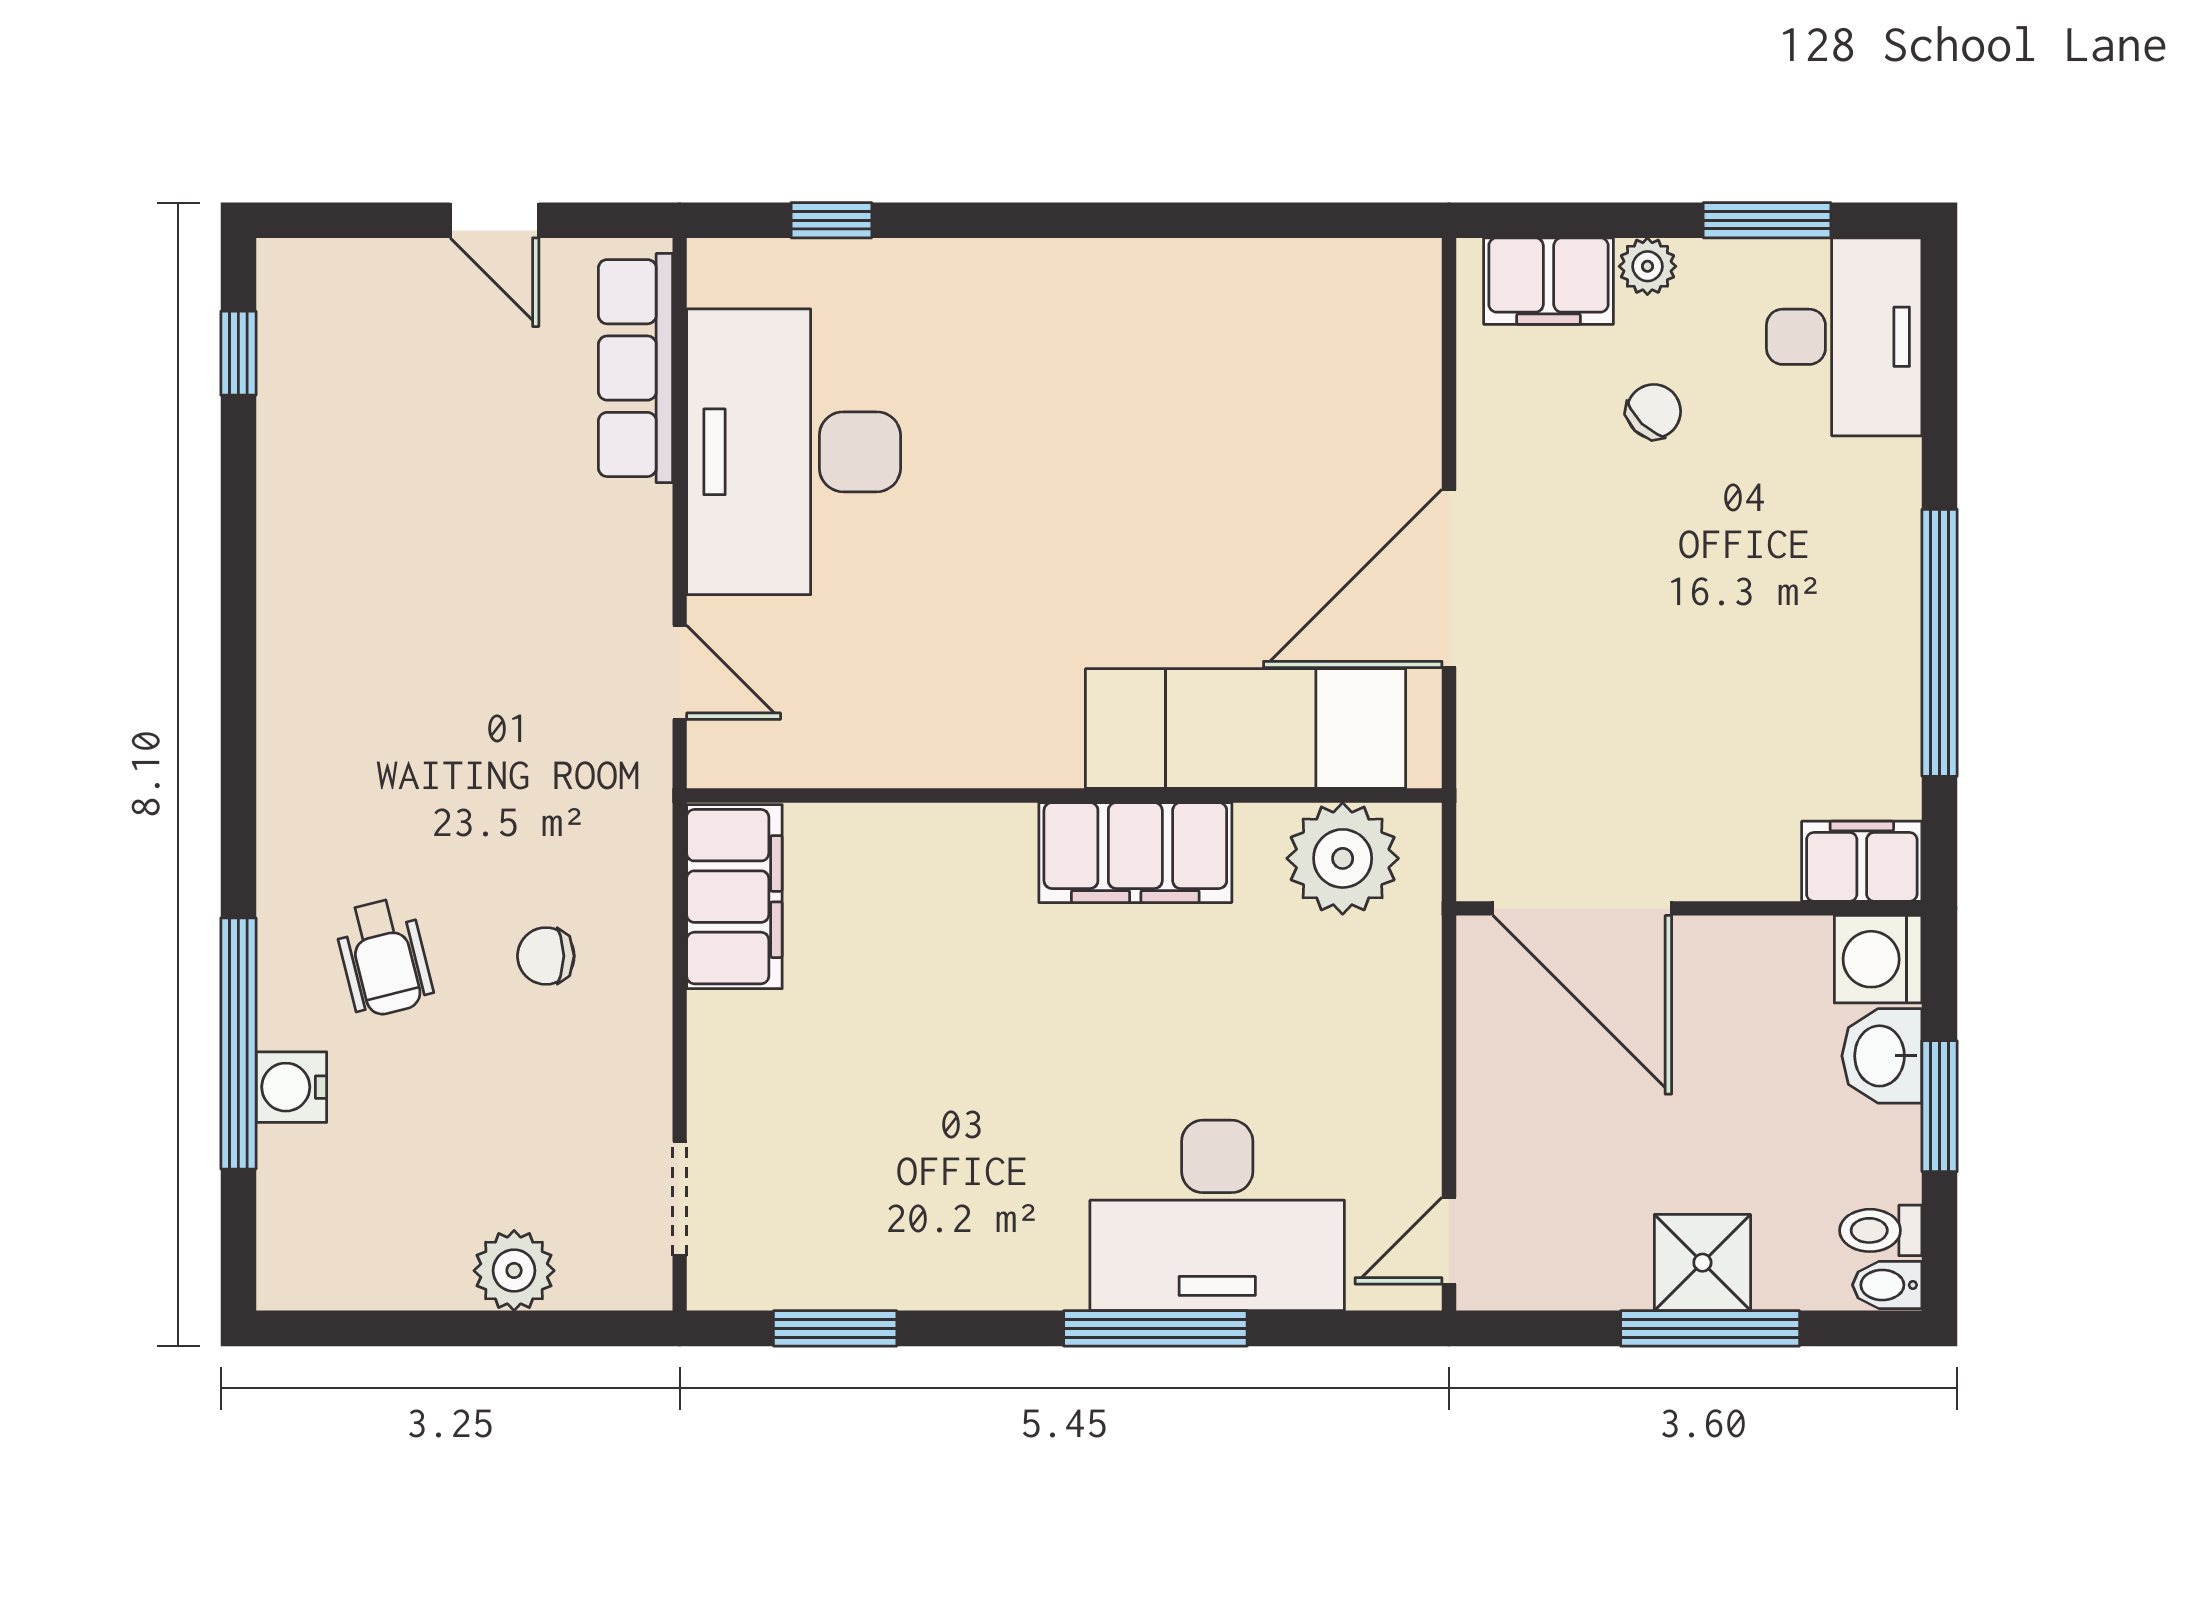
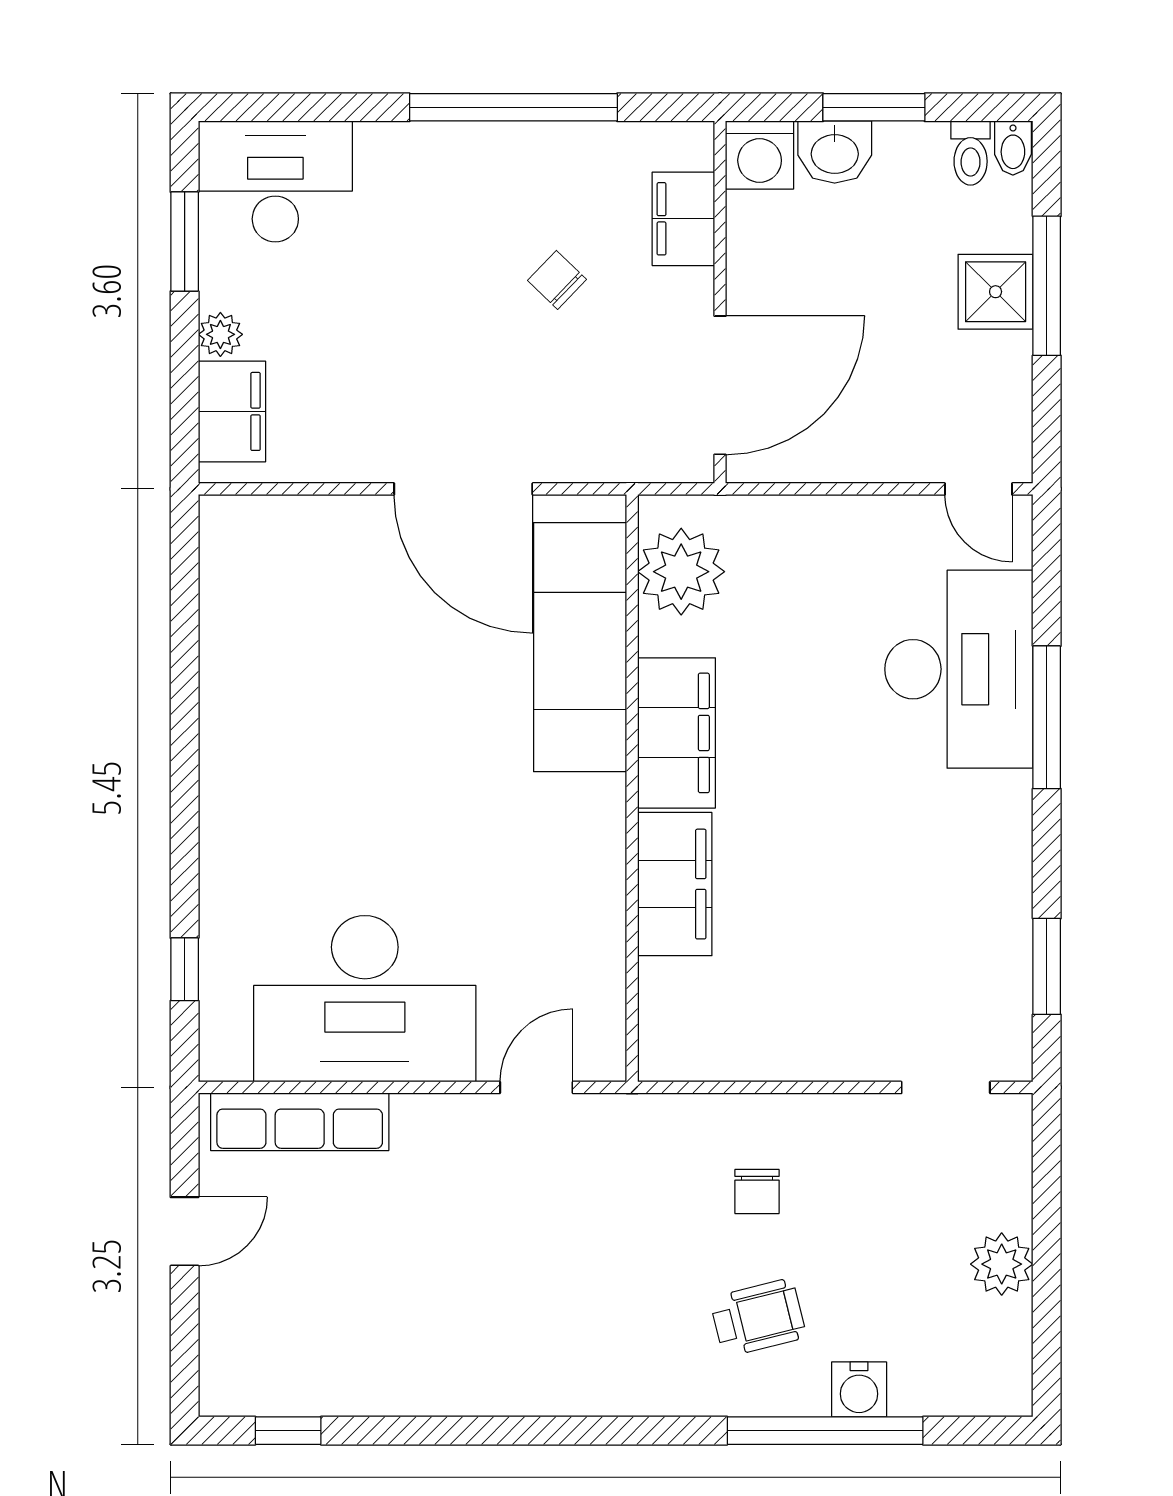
chair: (1654, 411) -> (557, 280), moved
filing cabinet: (1862, 861) -> (683, 219), moved
filing cabinet: (734, 897) -> (675, 884), moved, turned 90
plant: (514, 1271) -> (1002, 1264), moved

